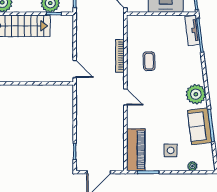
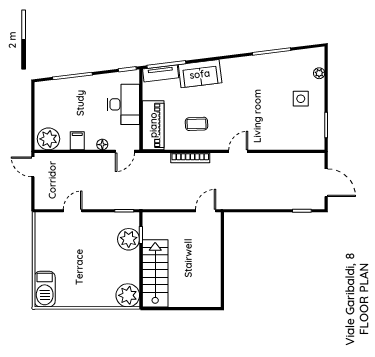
plant: (196, 94) -> (235, 69), removed
sofa: (200, 126) -> (200, 74), moved
piano: (136, 150) -> (153, 125), moved, turned 90

